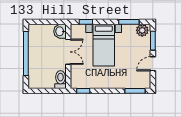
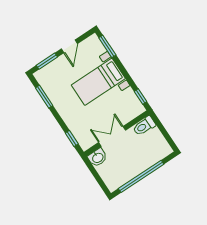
plant: (142, 30) -> (44, 78), removed
bed with nightstands: (104, 45) -> (98, 82), moved, turned 180
door: (153, 64) -> (69, 46), hinge flipped

